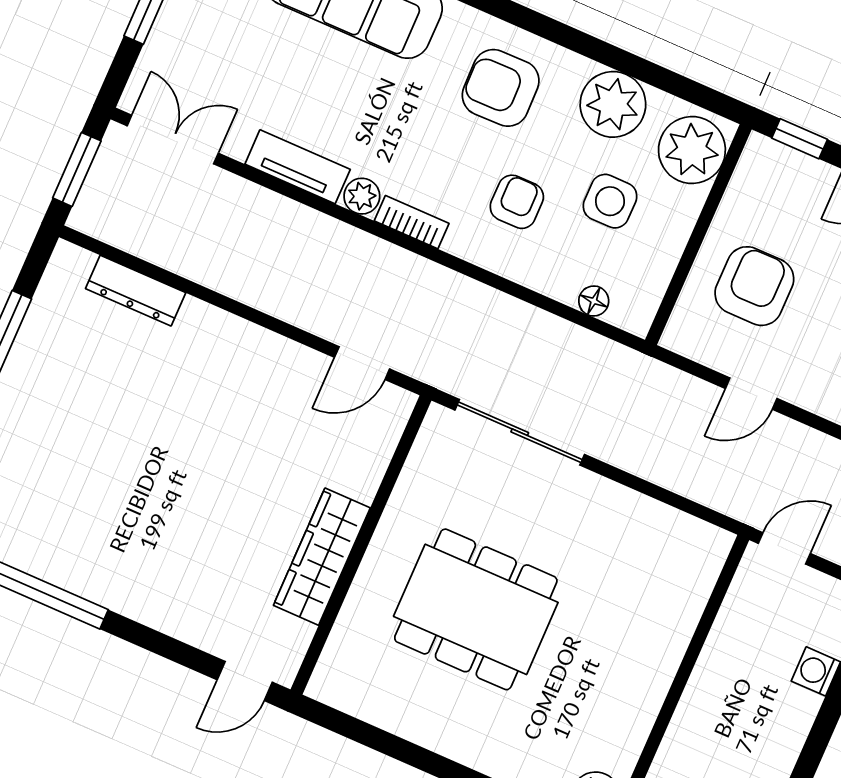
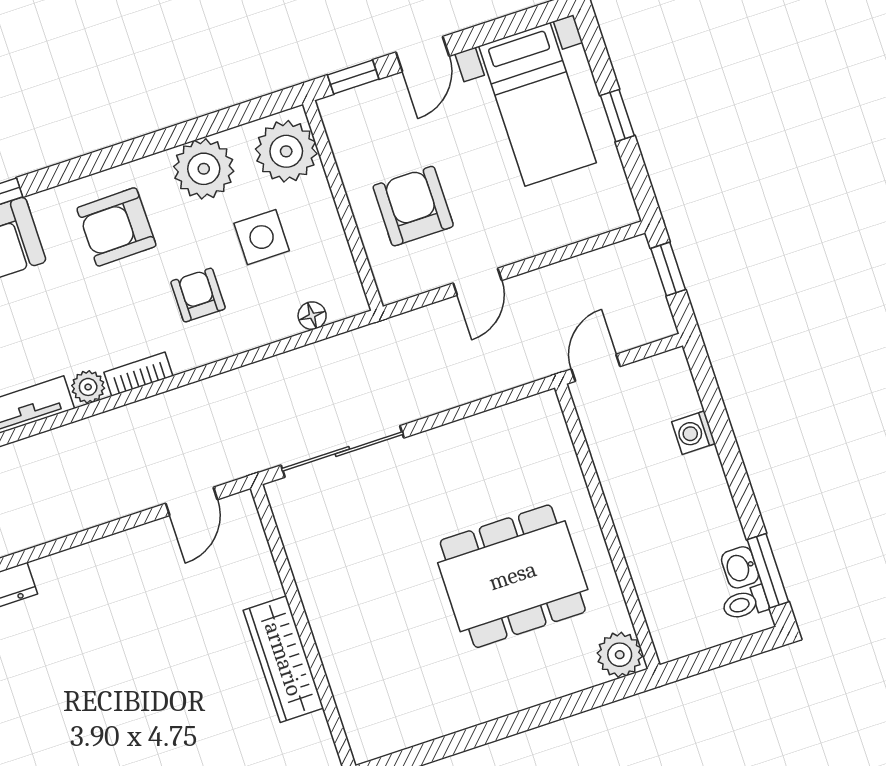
dining table: (476, 609) -> (513, 576), moved

